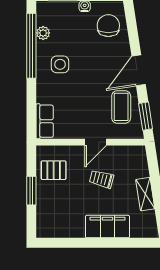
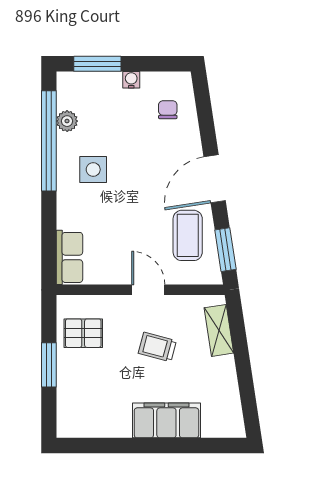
chair: (108, 26) -> (168, 110), width x0.54, depth x0.54
door: (96, 142) -> (148, 290), swing flipped
shelving: (145, 194) -> (219, 330), moved

